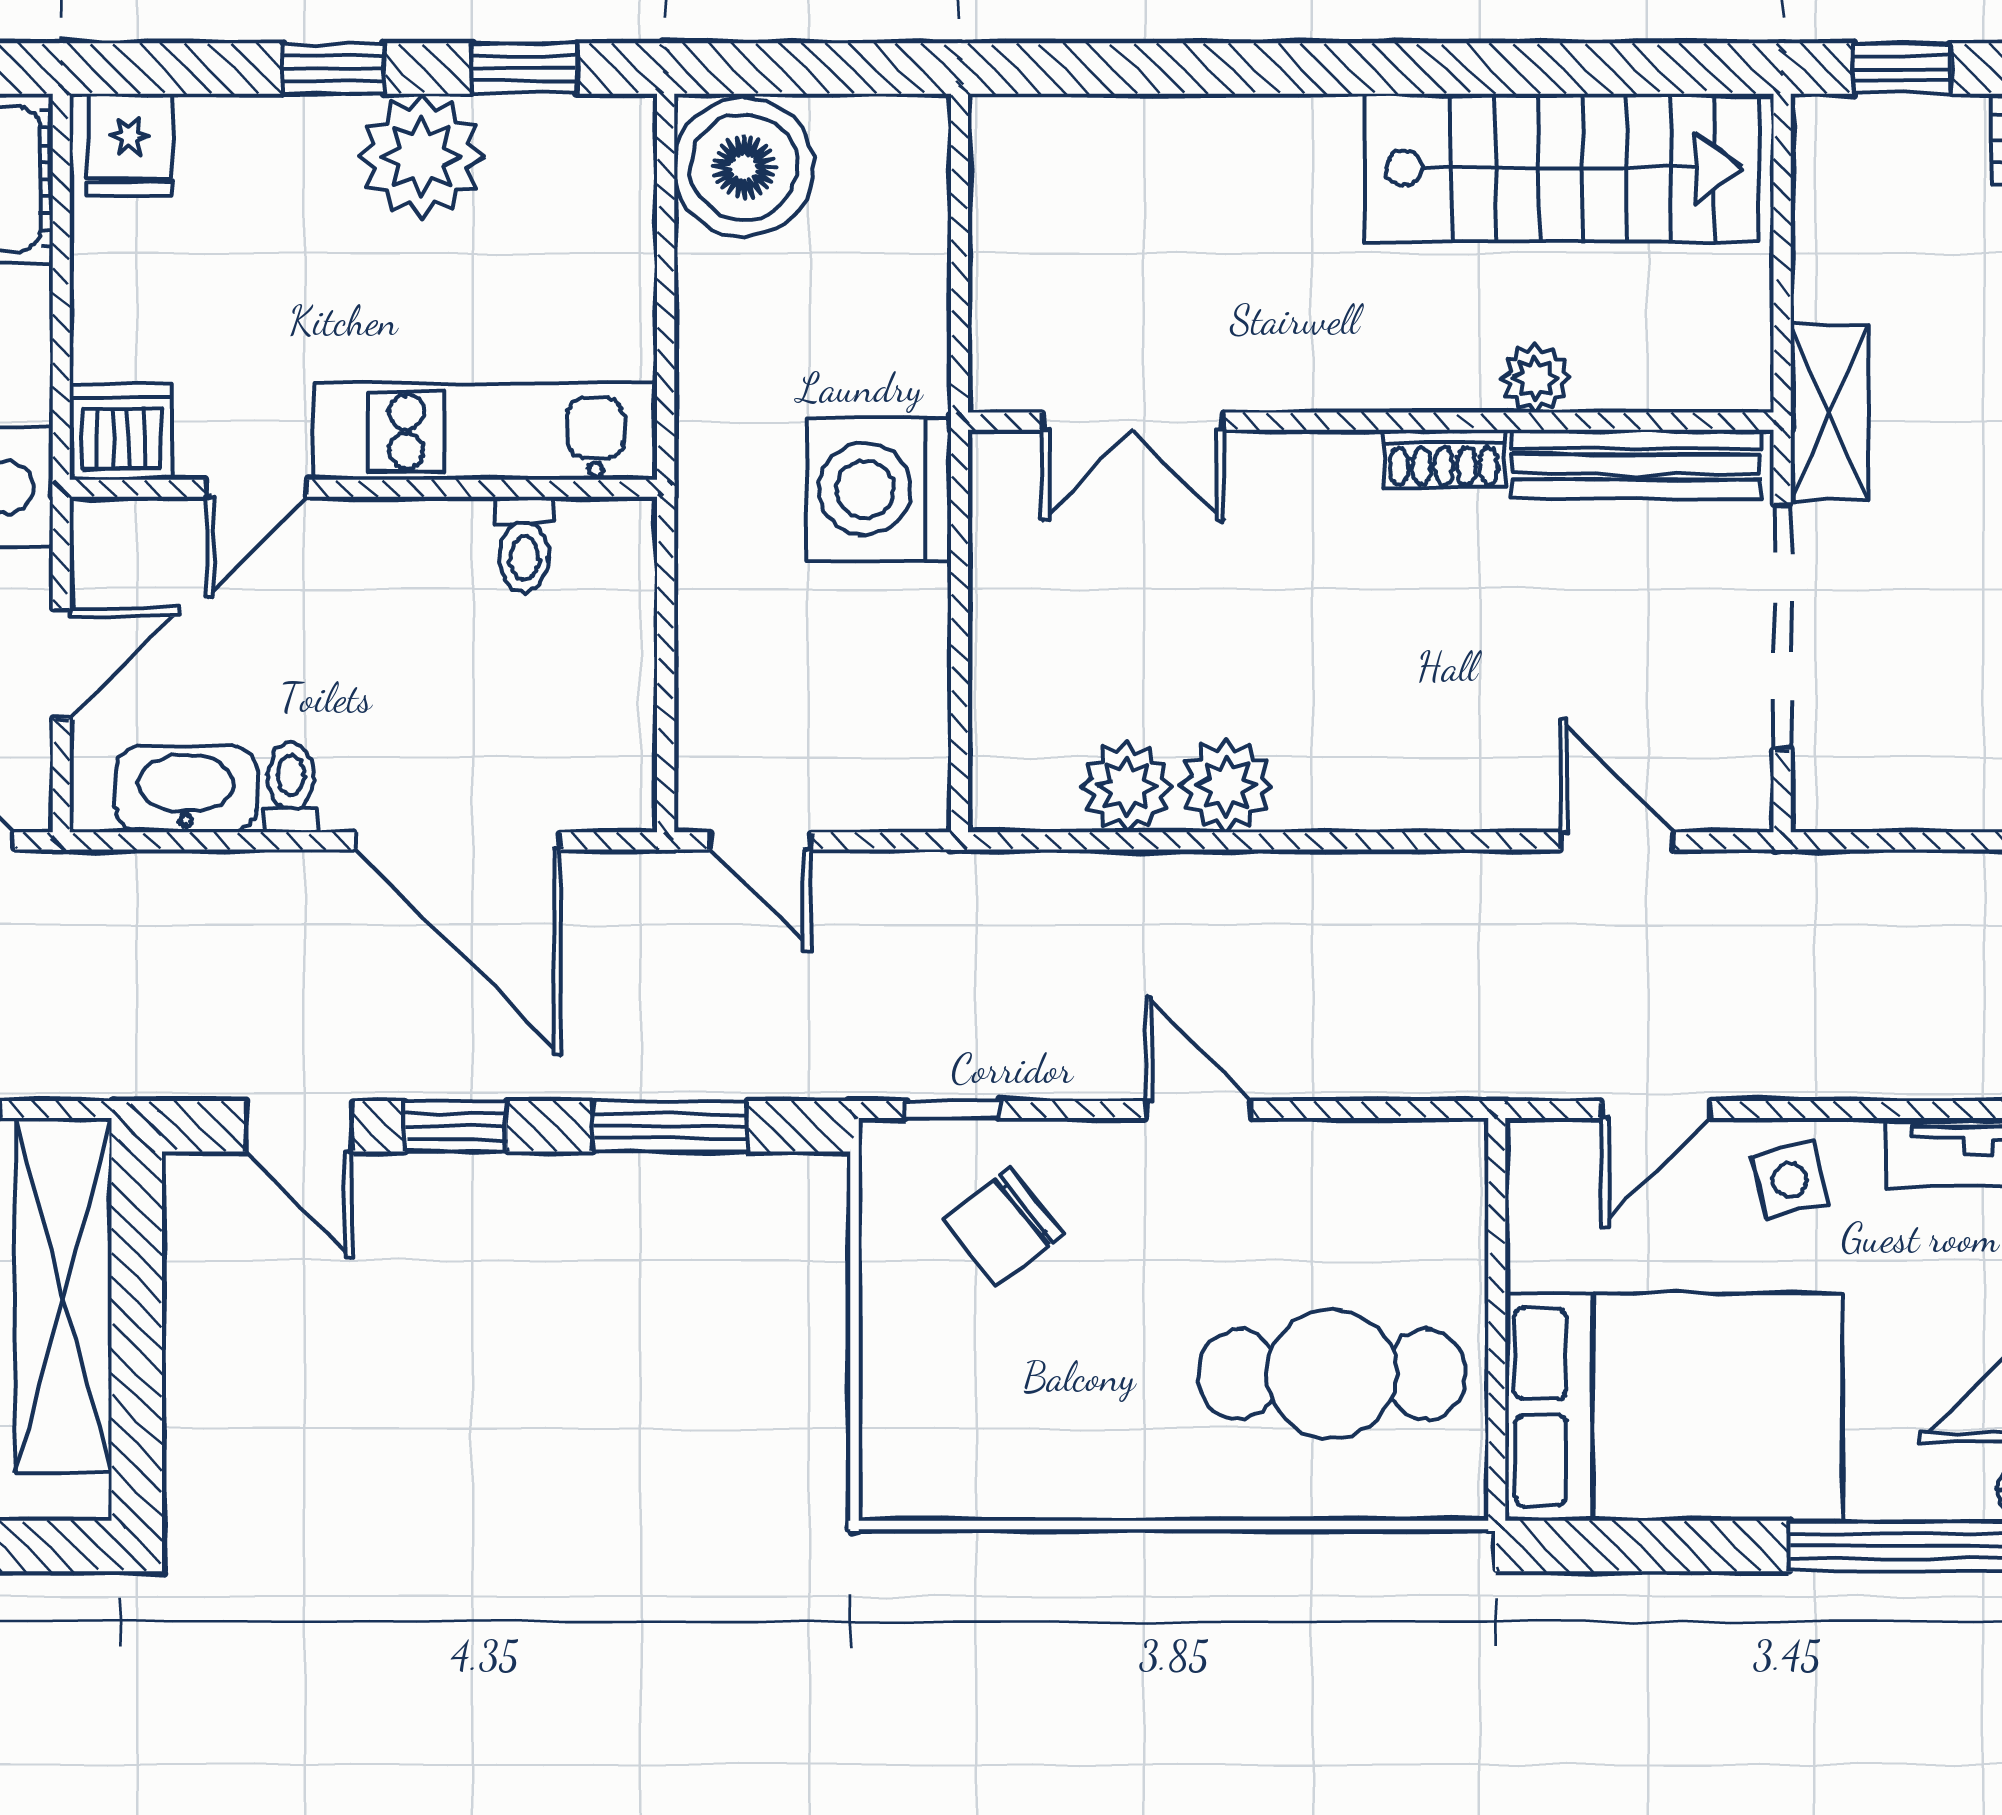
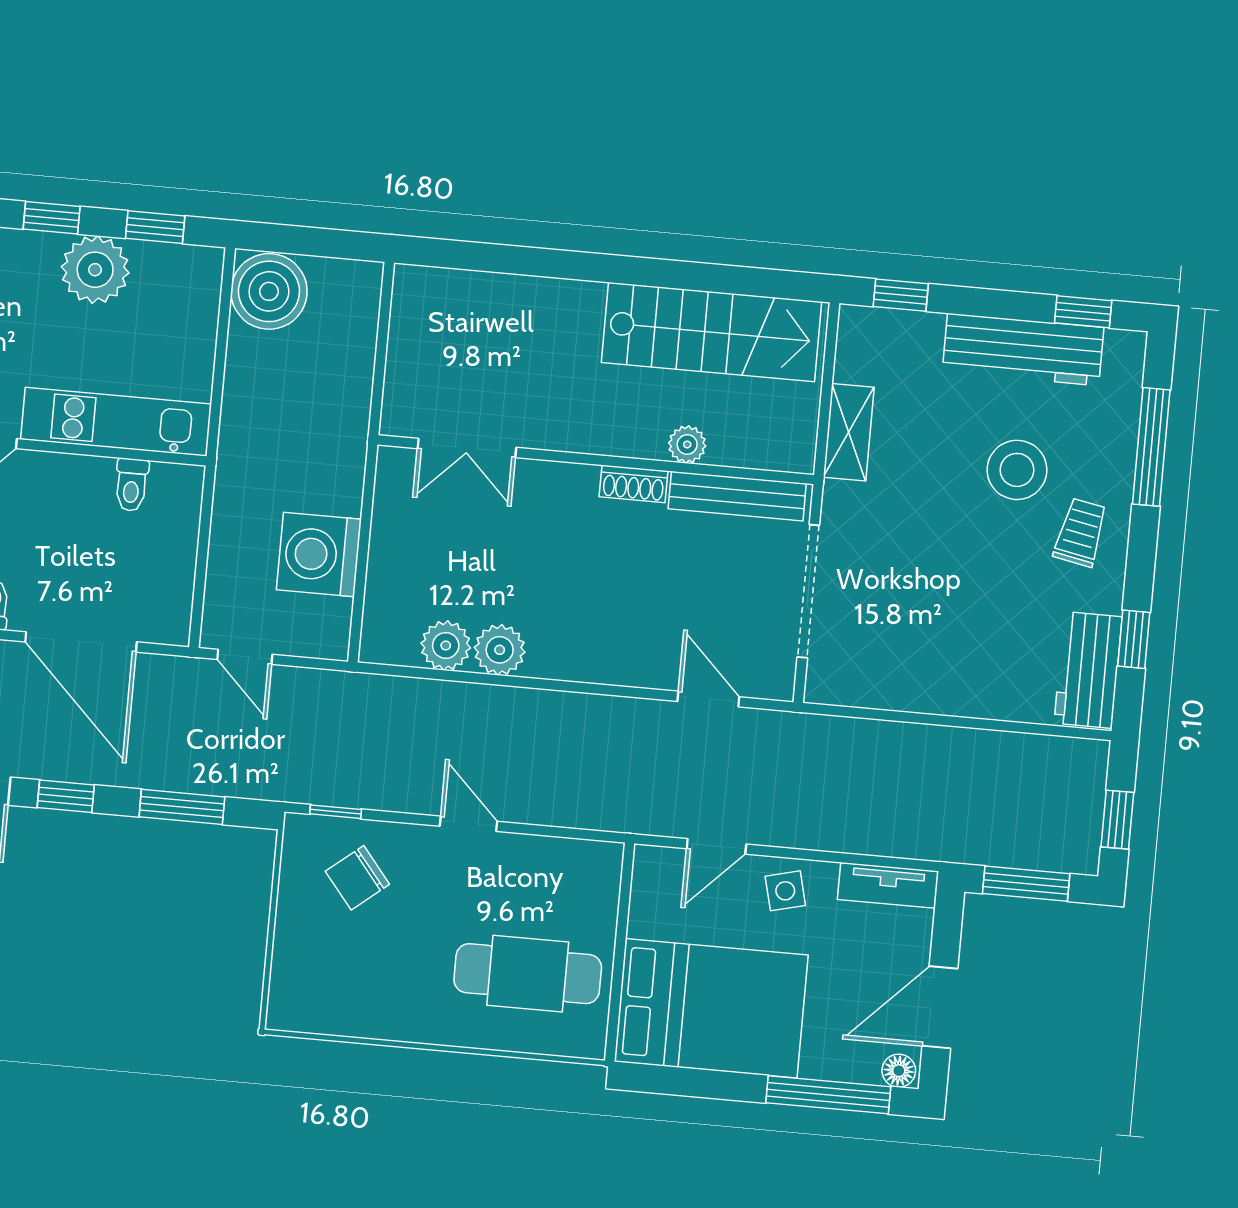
shelving: (1830, 413) -> (849, 432), moved
washing machine: (879, 489) -> (319, 555), moved

